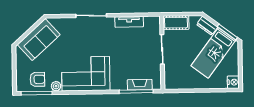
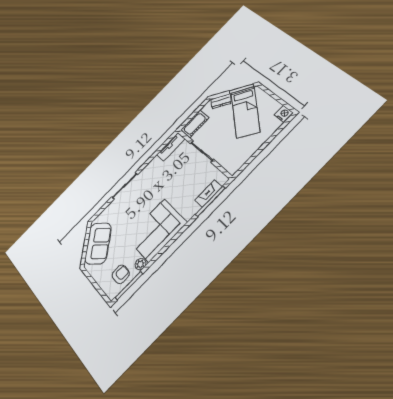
tv unit: (129, 22) -> (171, 147), moved

